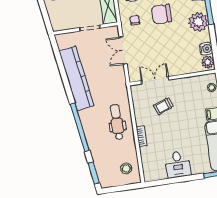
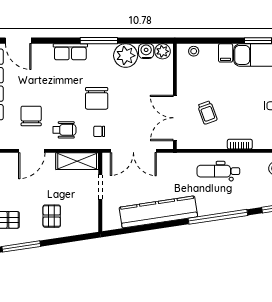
plant: (198, 22) -> (126, 56), moved
double door: (123, 50) -> (133, 151), width x1.37
double door: (155, 80) -> (175, 118), width x1.37

